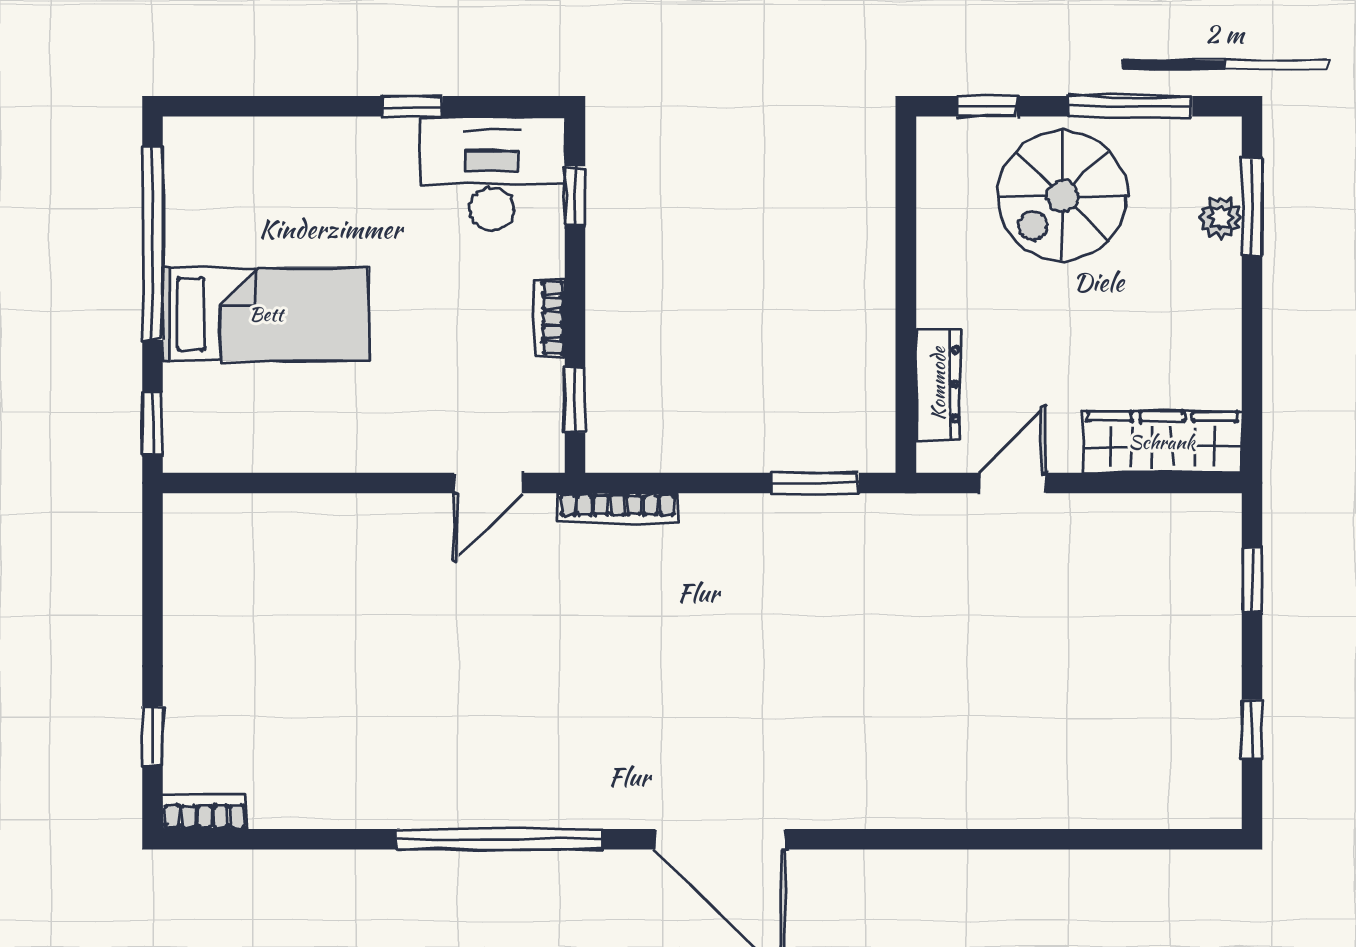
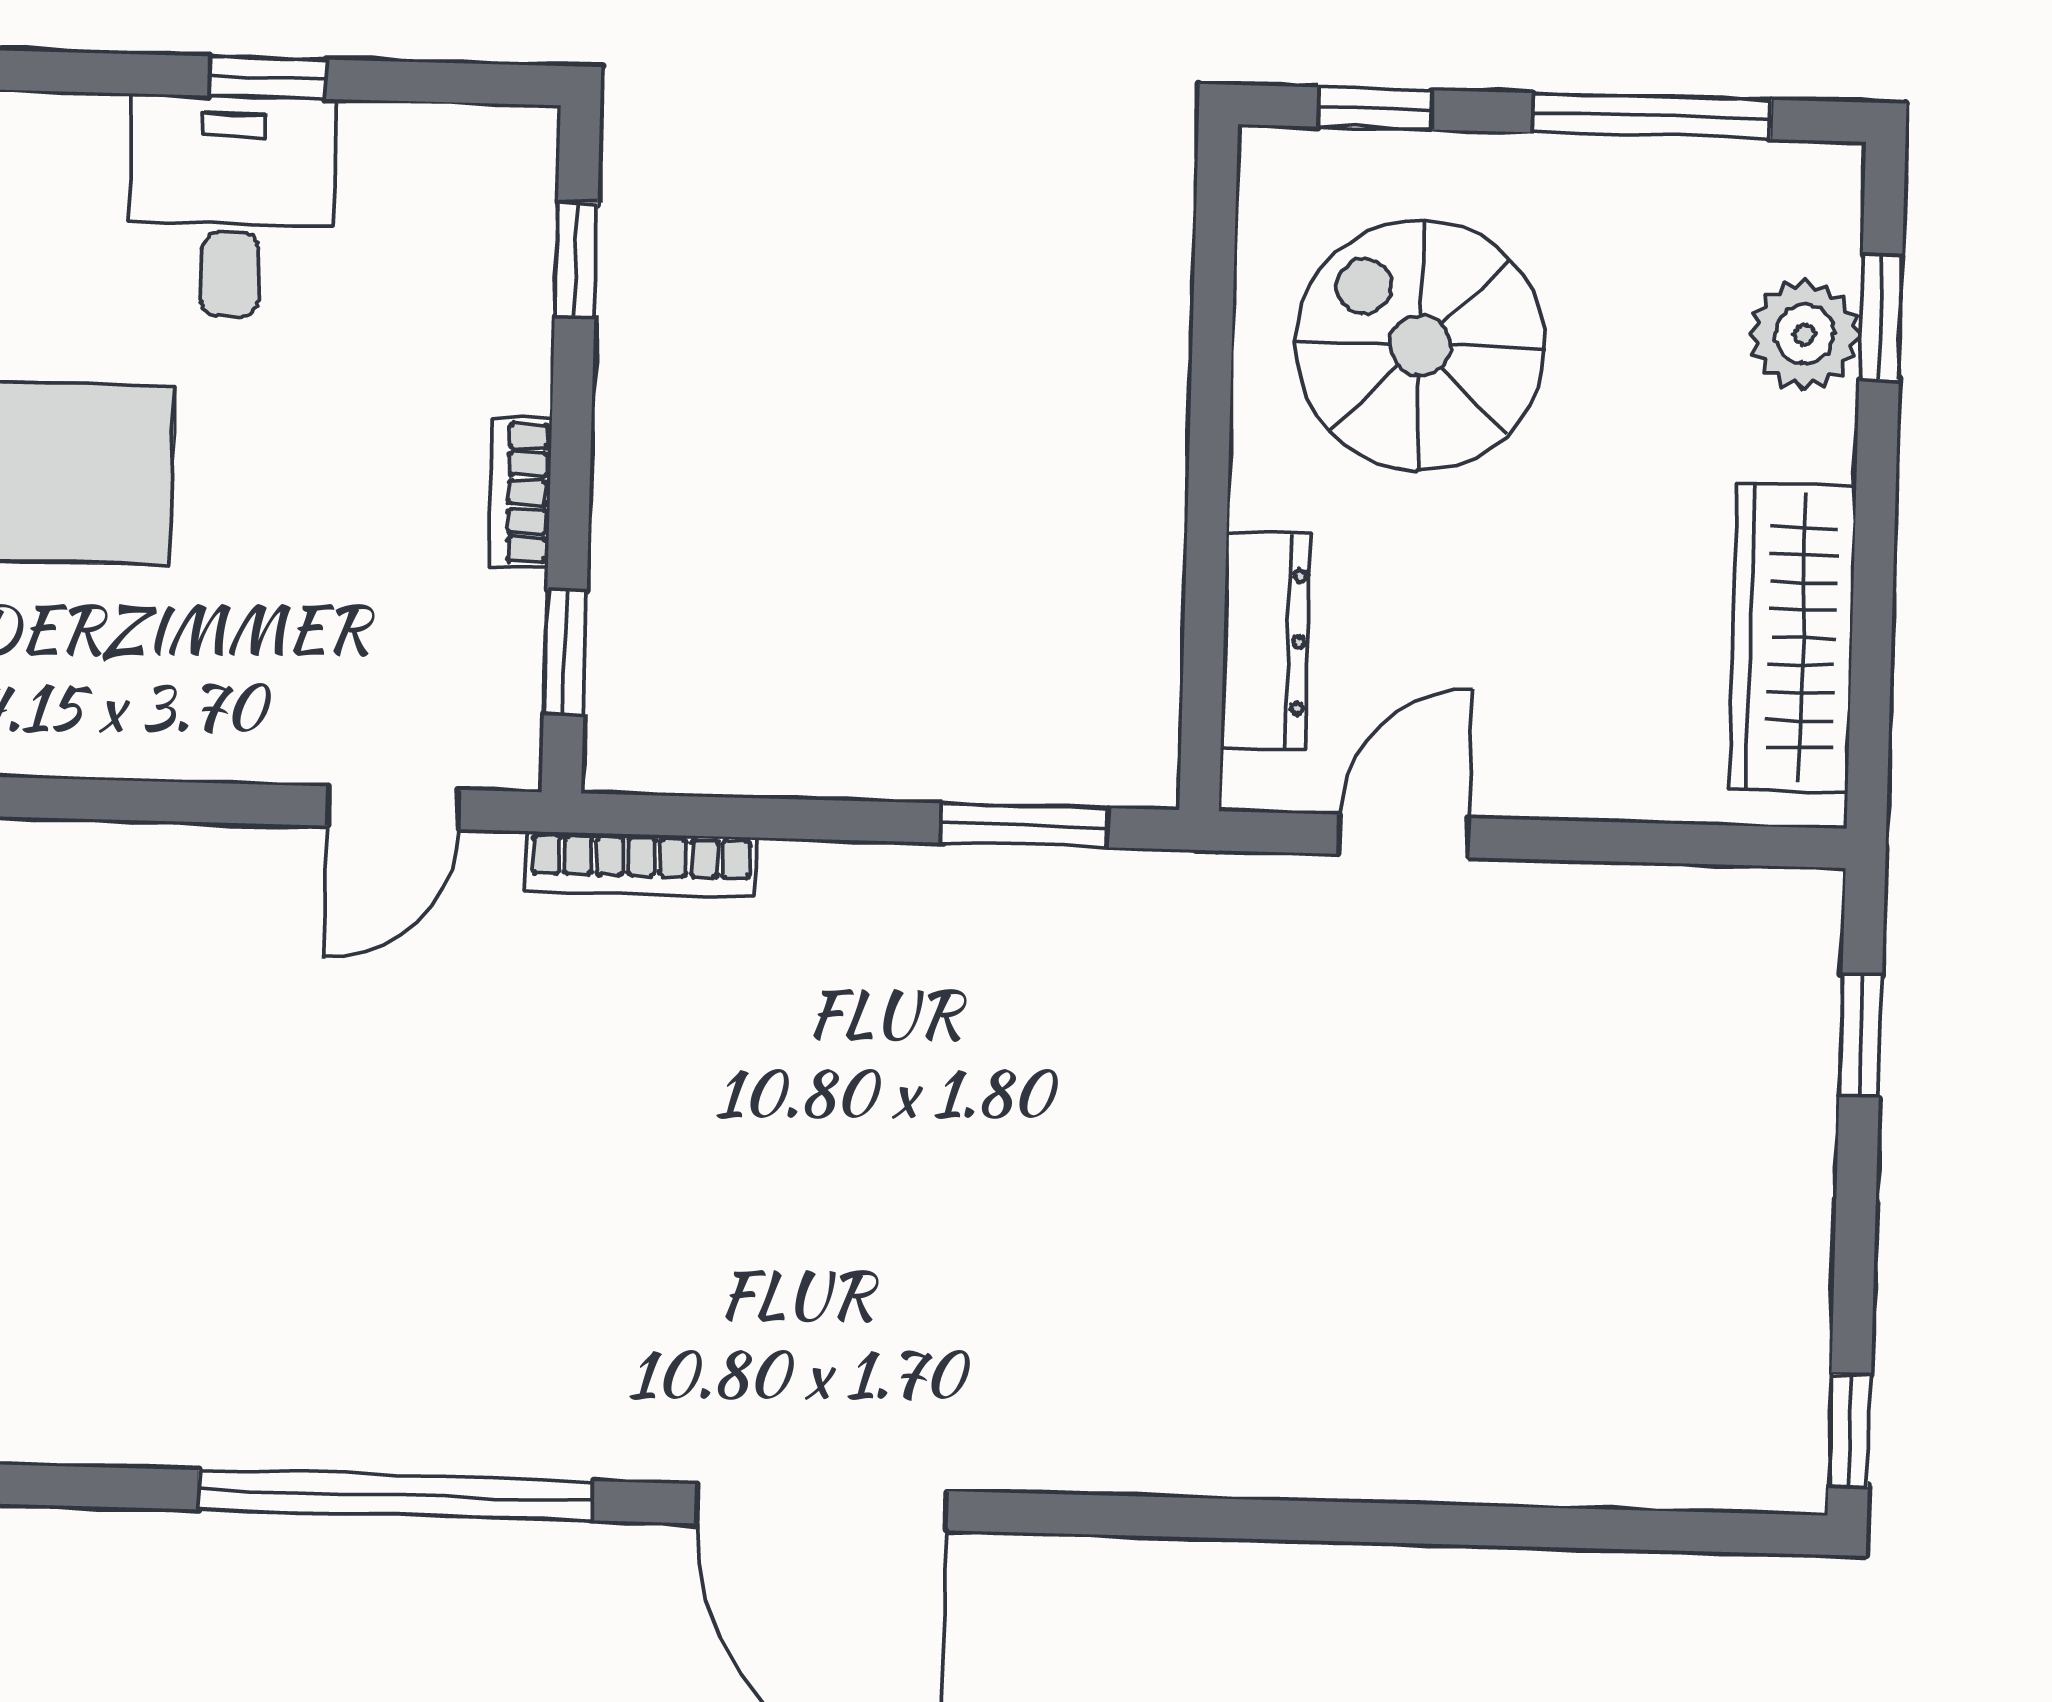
desk: (492, 174) -> (232, 207), moved, width x0.73
spiral stairs: (1063, 196) -> (1420, 345), moved, turned 90
window: (1252, 207) -> (1881, 317), width x0.67
plant: (1221, 217) -> (1805, 335), width x1.38, depth x1.38
wardrobe: (1162, 442) -> (1793, 637), moved, turned -90
window: (1252, 729) -> (1850, 1431), moved

